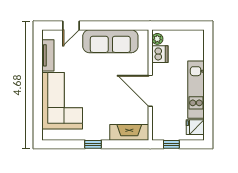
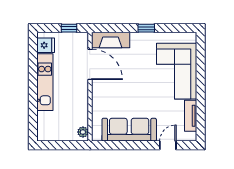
dishwasher: (160, 54) -> (80, 117), removed
door: (150, 91) -> (90, 64), moved

